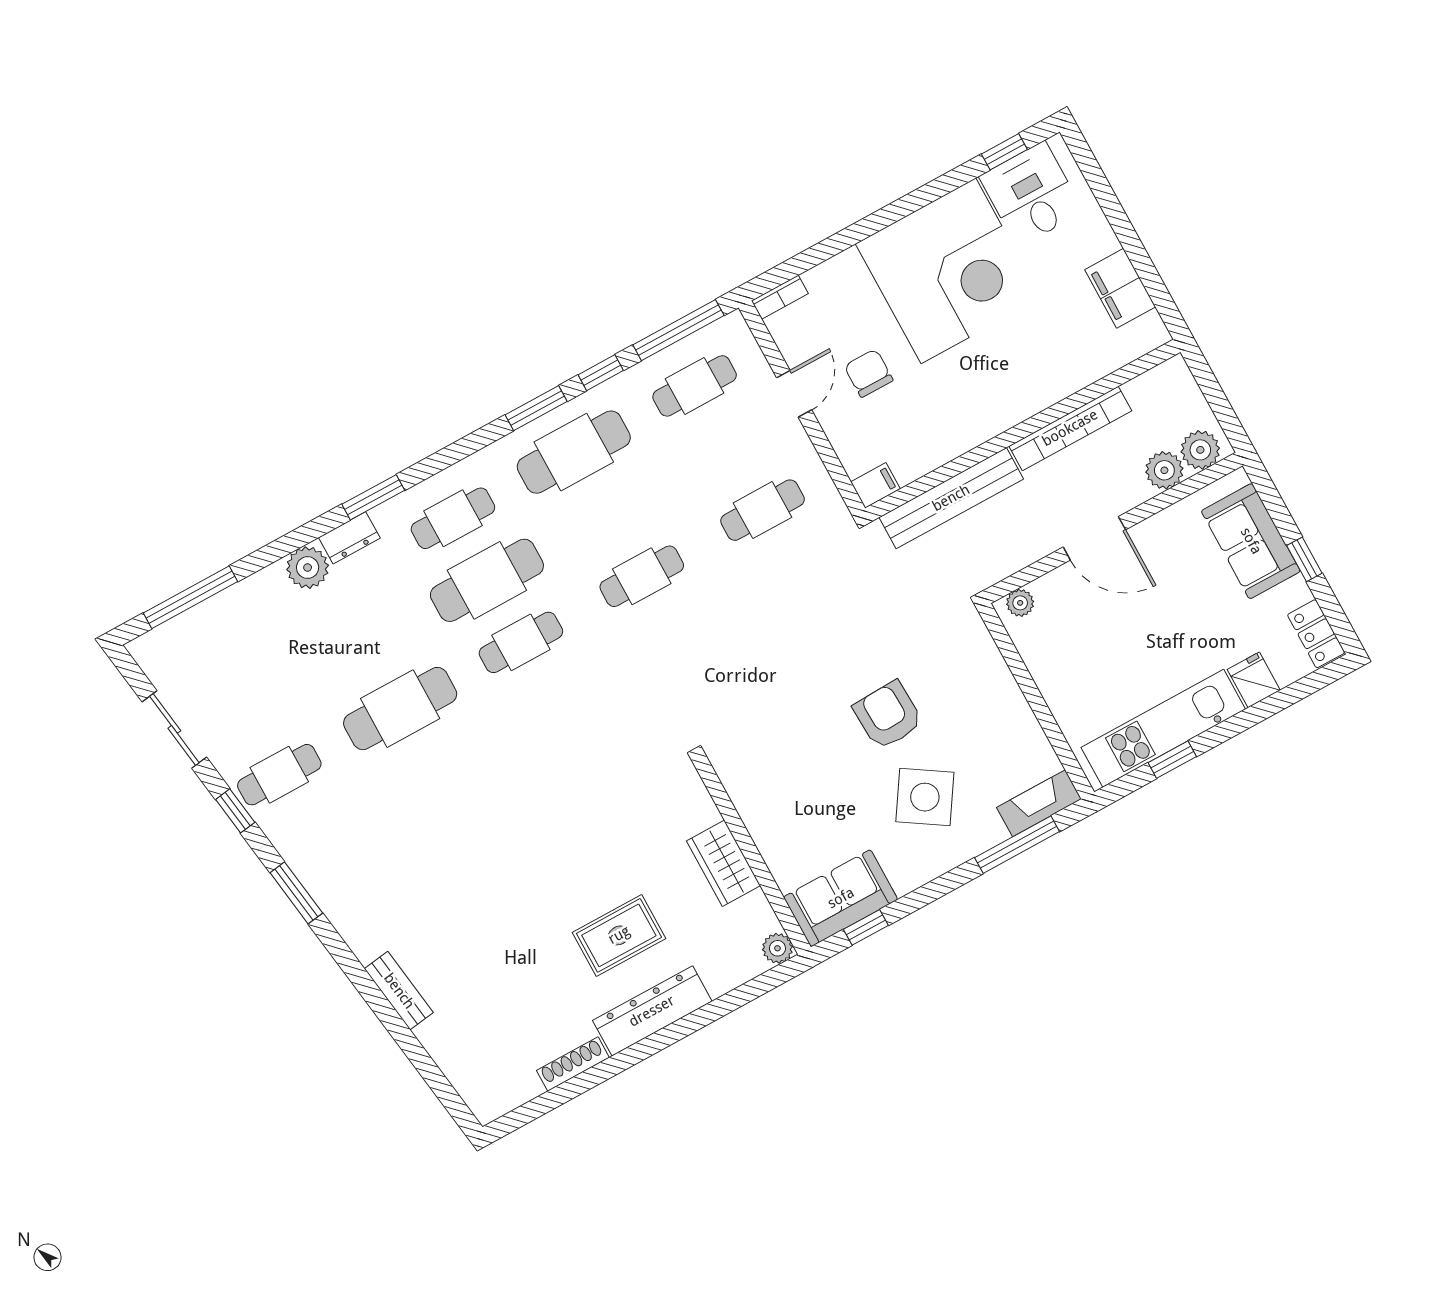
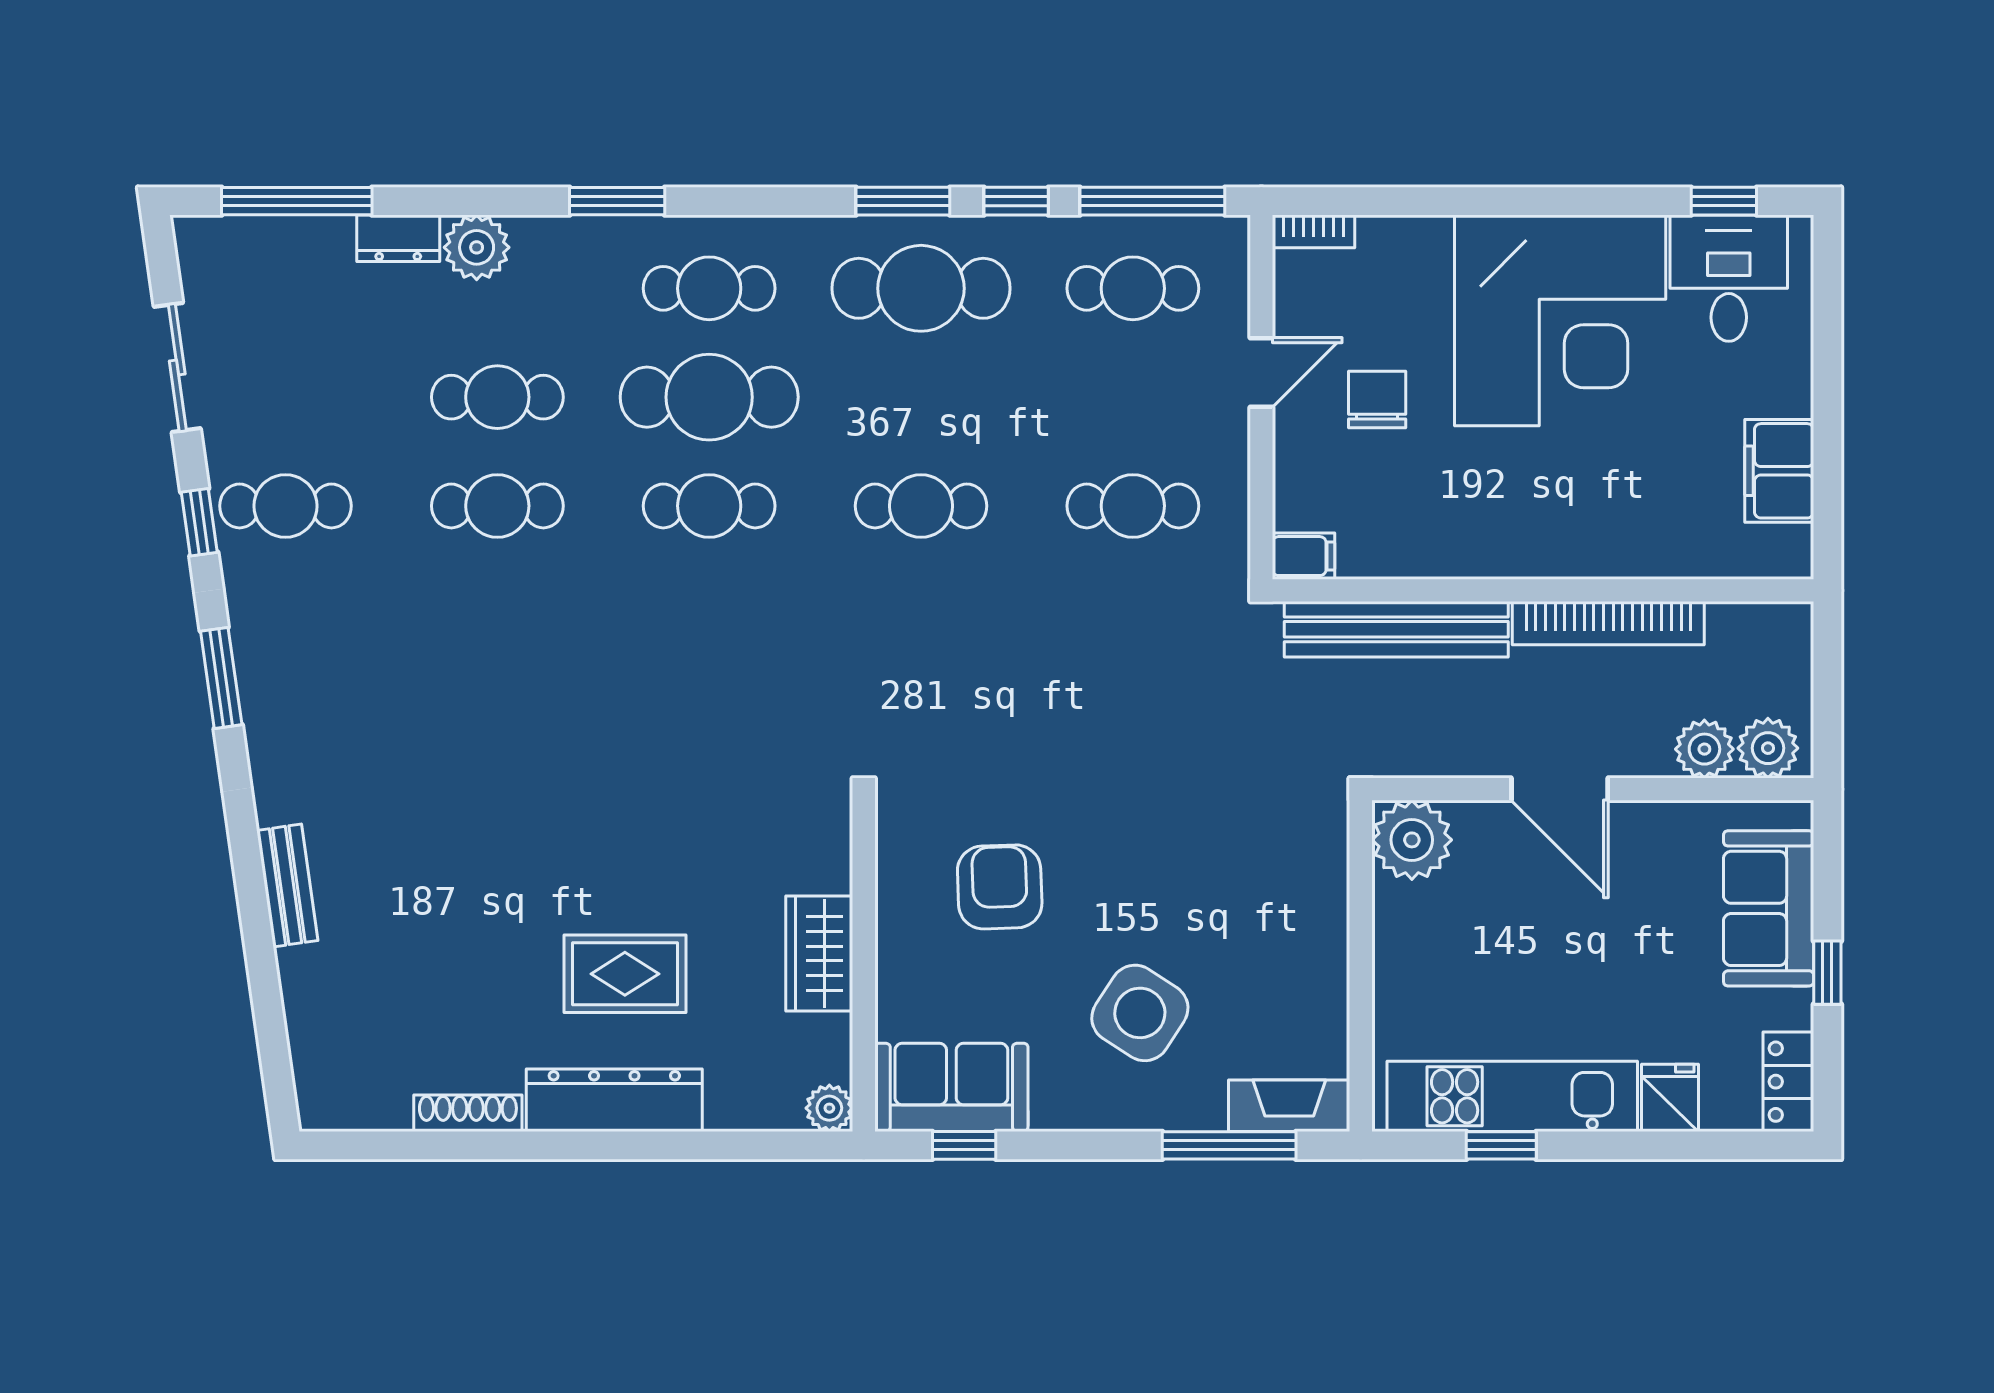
dresser: (349, 538) -> (398, 238), moved
plant: (1020, 603) -> (1412, 840), width x1.88, depth x1.88
cafe table: (366, 646) -> (497, 397), added
cafe table: (400, 709) -> (497, 506), width x0.73, depth x0.74
armchair: (888, 715) -> (1000, 887), moved

